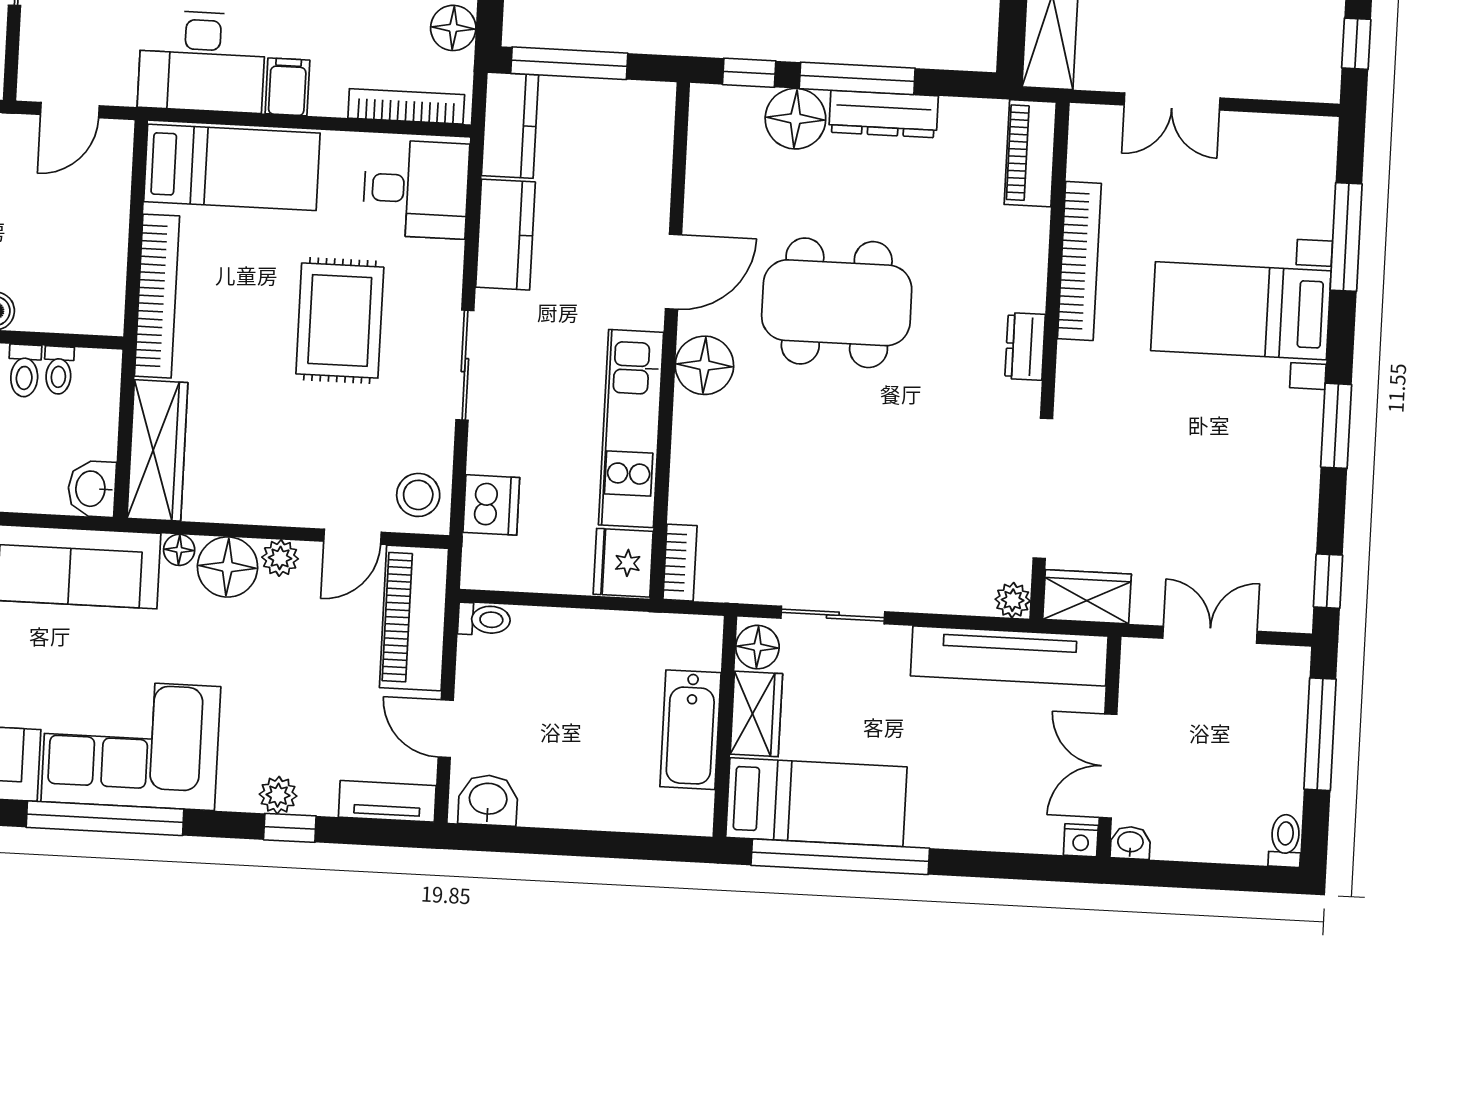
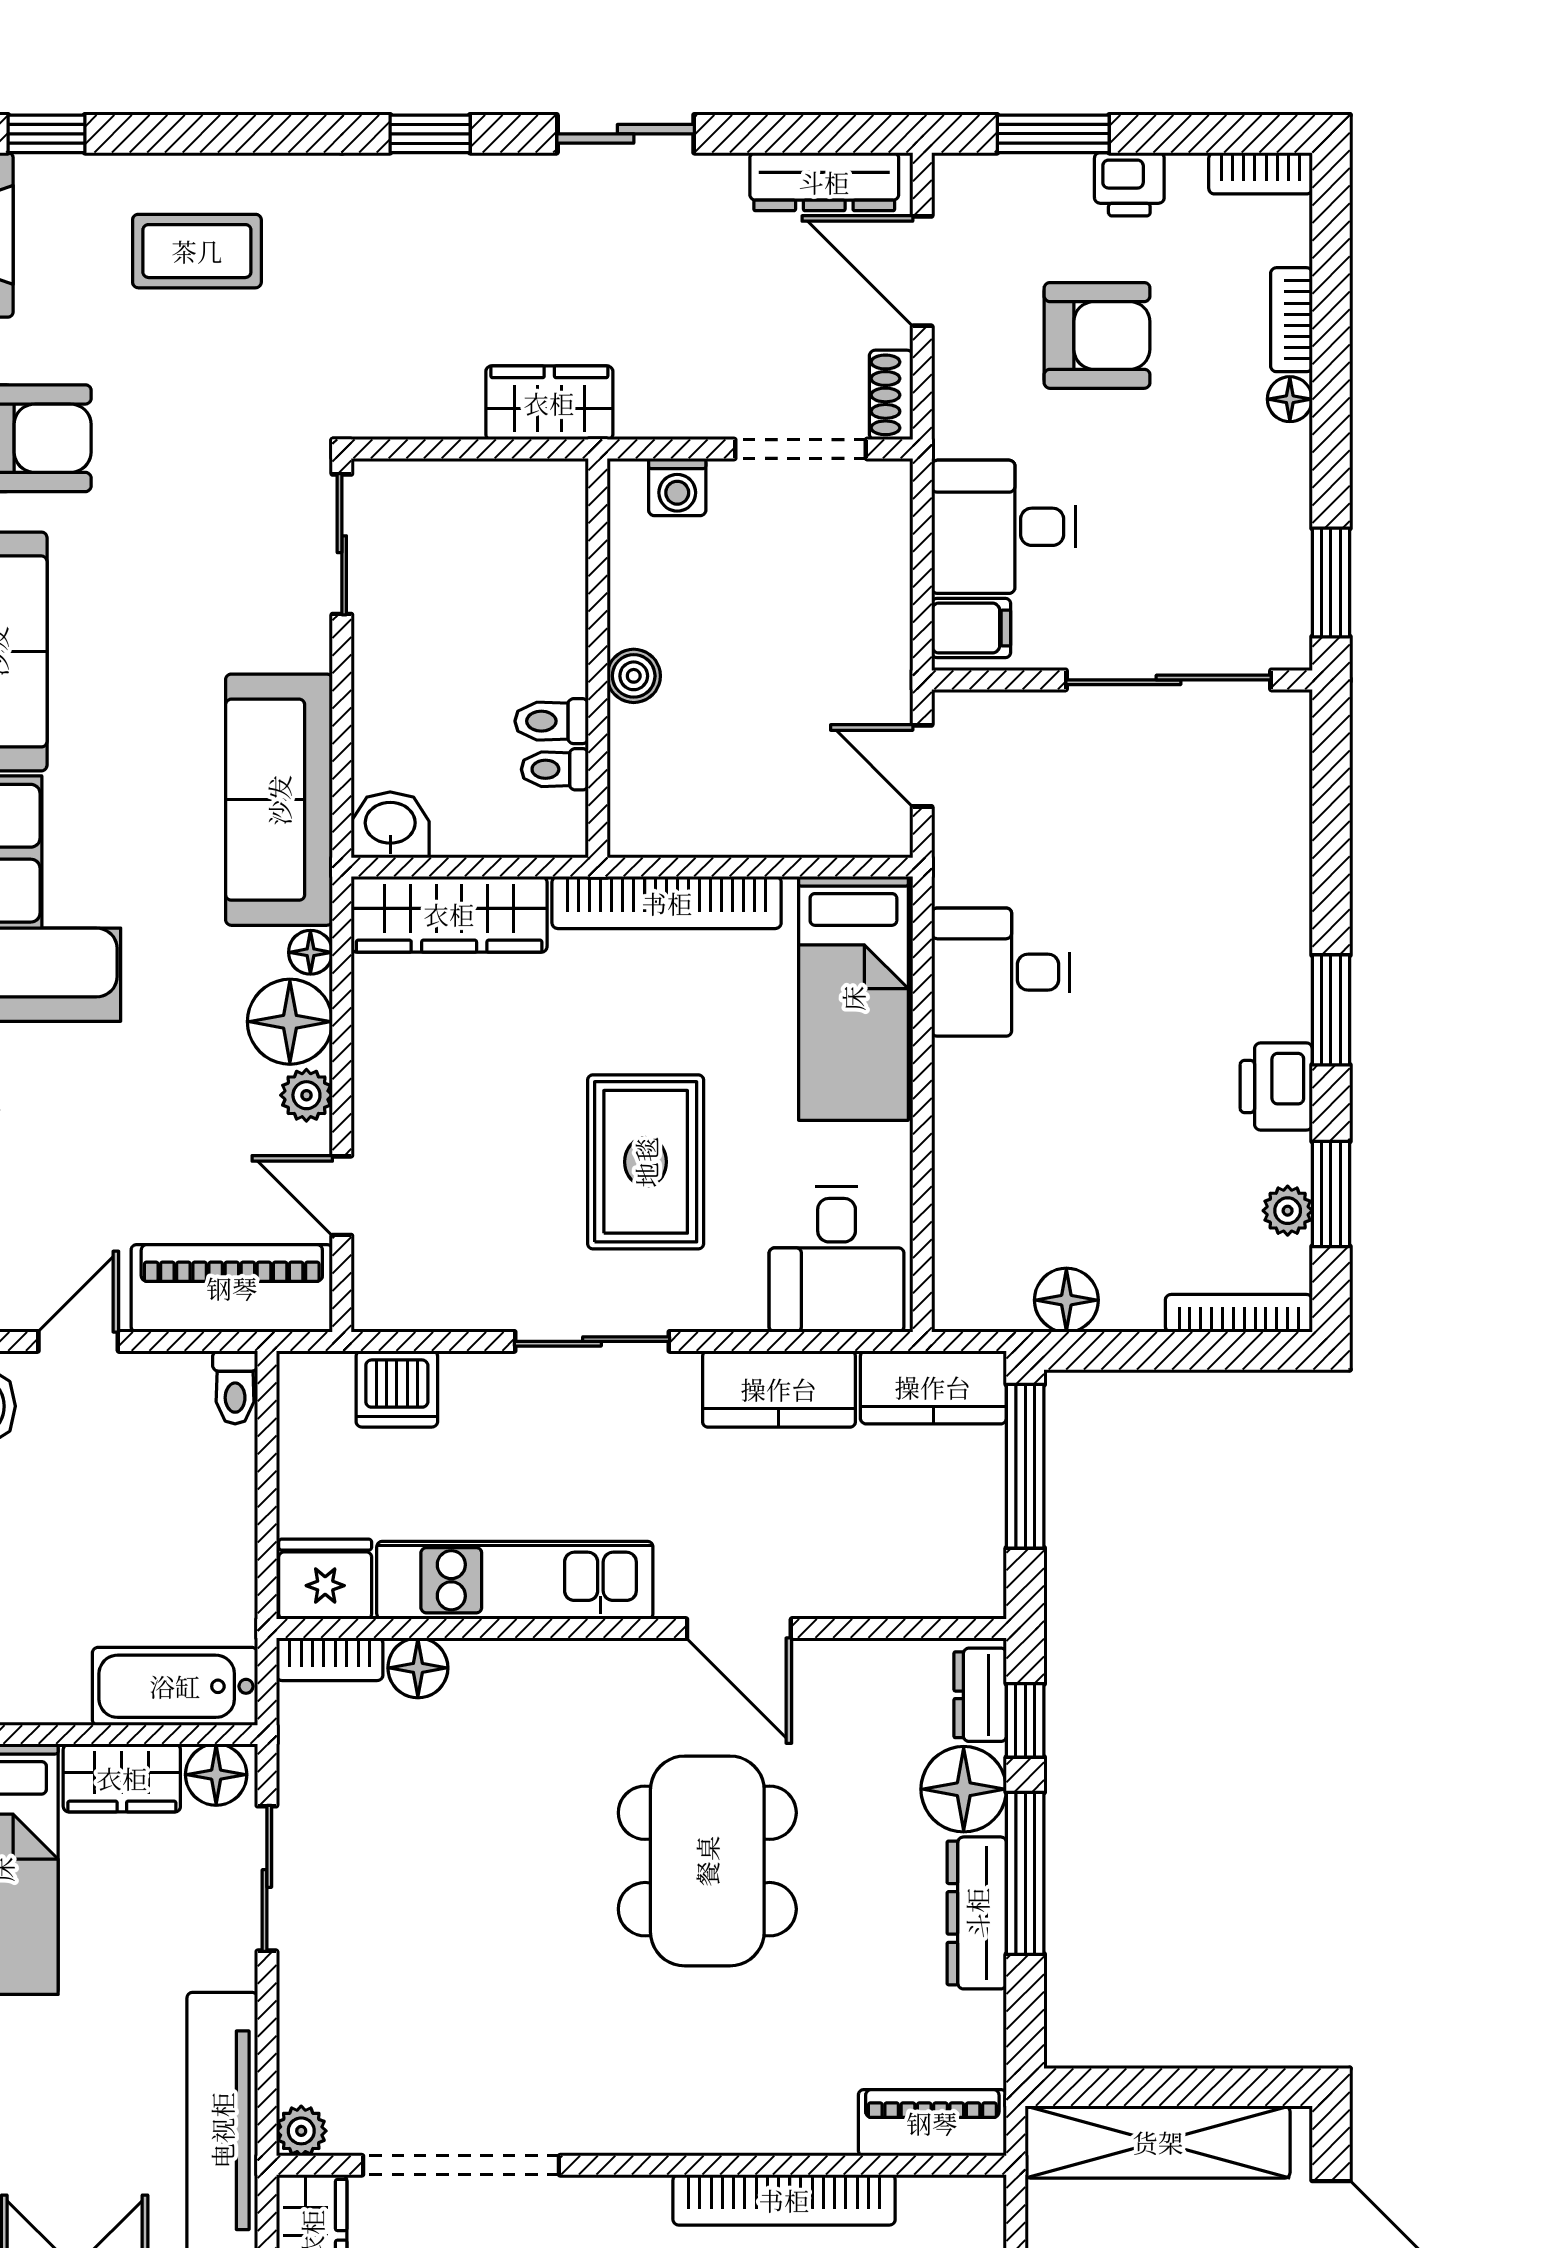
desk: (202, 61) -> (1001, 972), width x0.73
filing cabinet: (287, 87) -> (971, 1071), removed
bookcase: (406, 106) -> (952, 1240), removed
rug: (340, 321) -> (646, 1162), turned 90
dresser: (1025, 346) -> (980, 1695), moved, turned -90
floor lamp: (704, 365) -> (418, 1668), moved, width x0.73, depth x0.73
stool: (418, 495) -> (406, 1285), removed
bathtub: (690, 730) -> (175, 1686), moved

